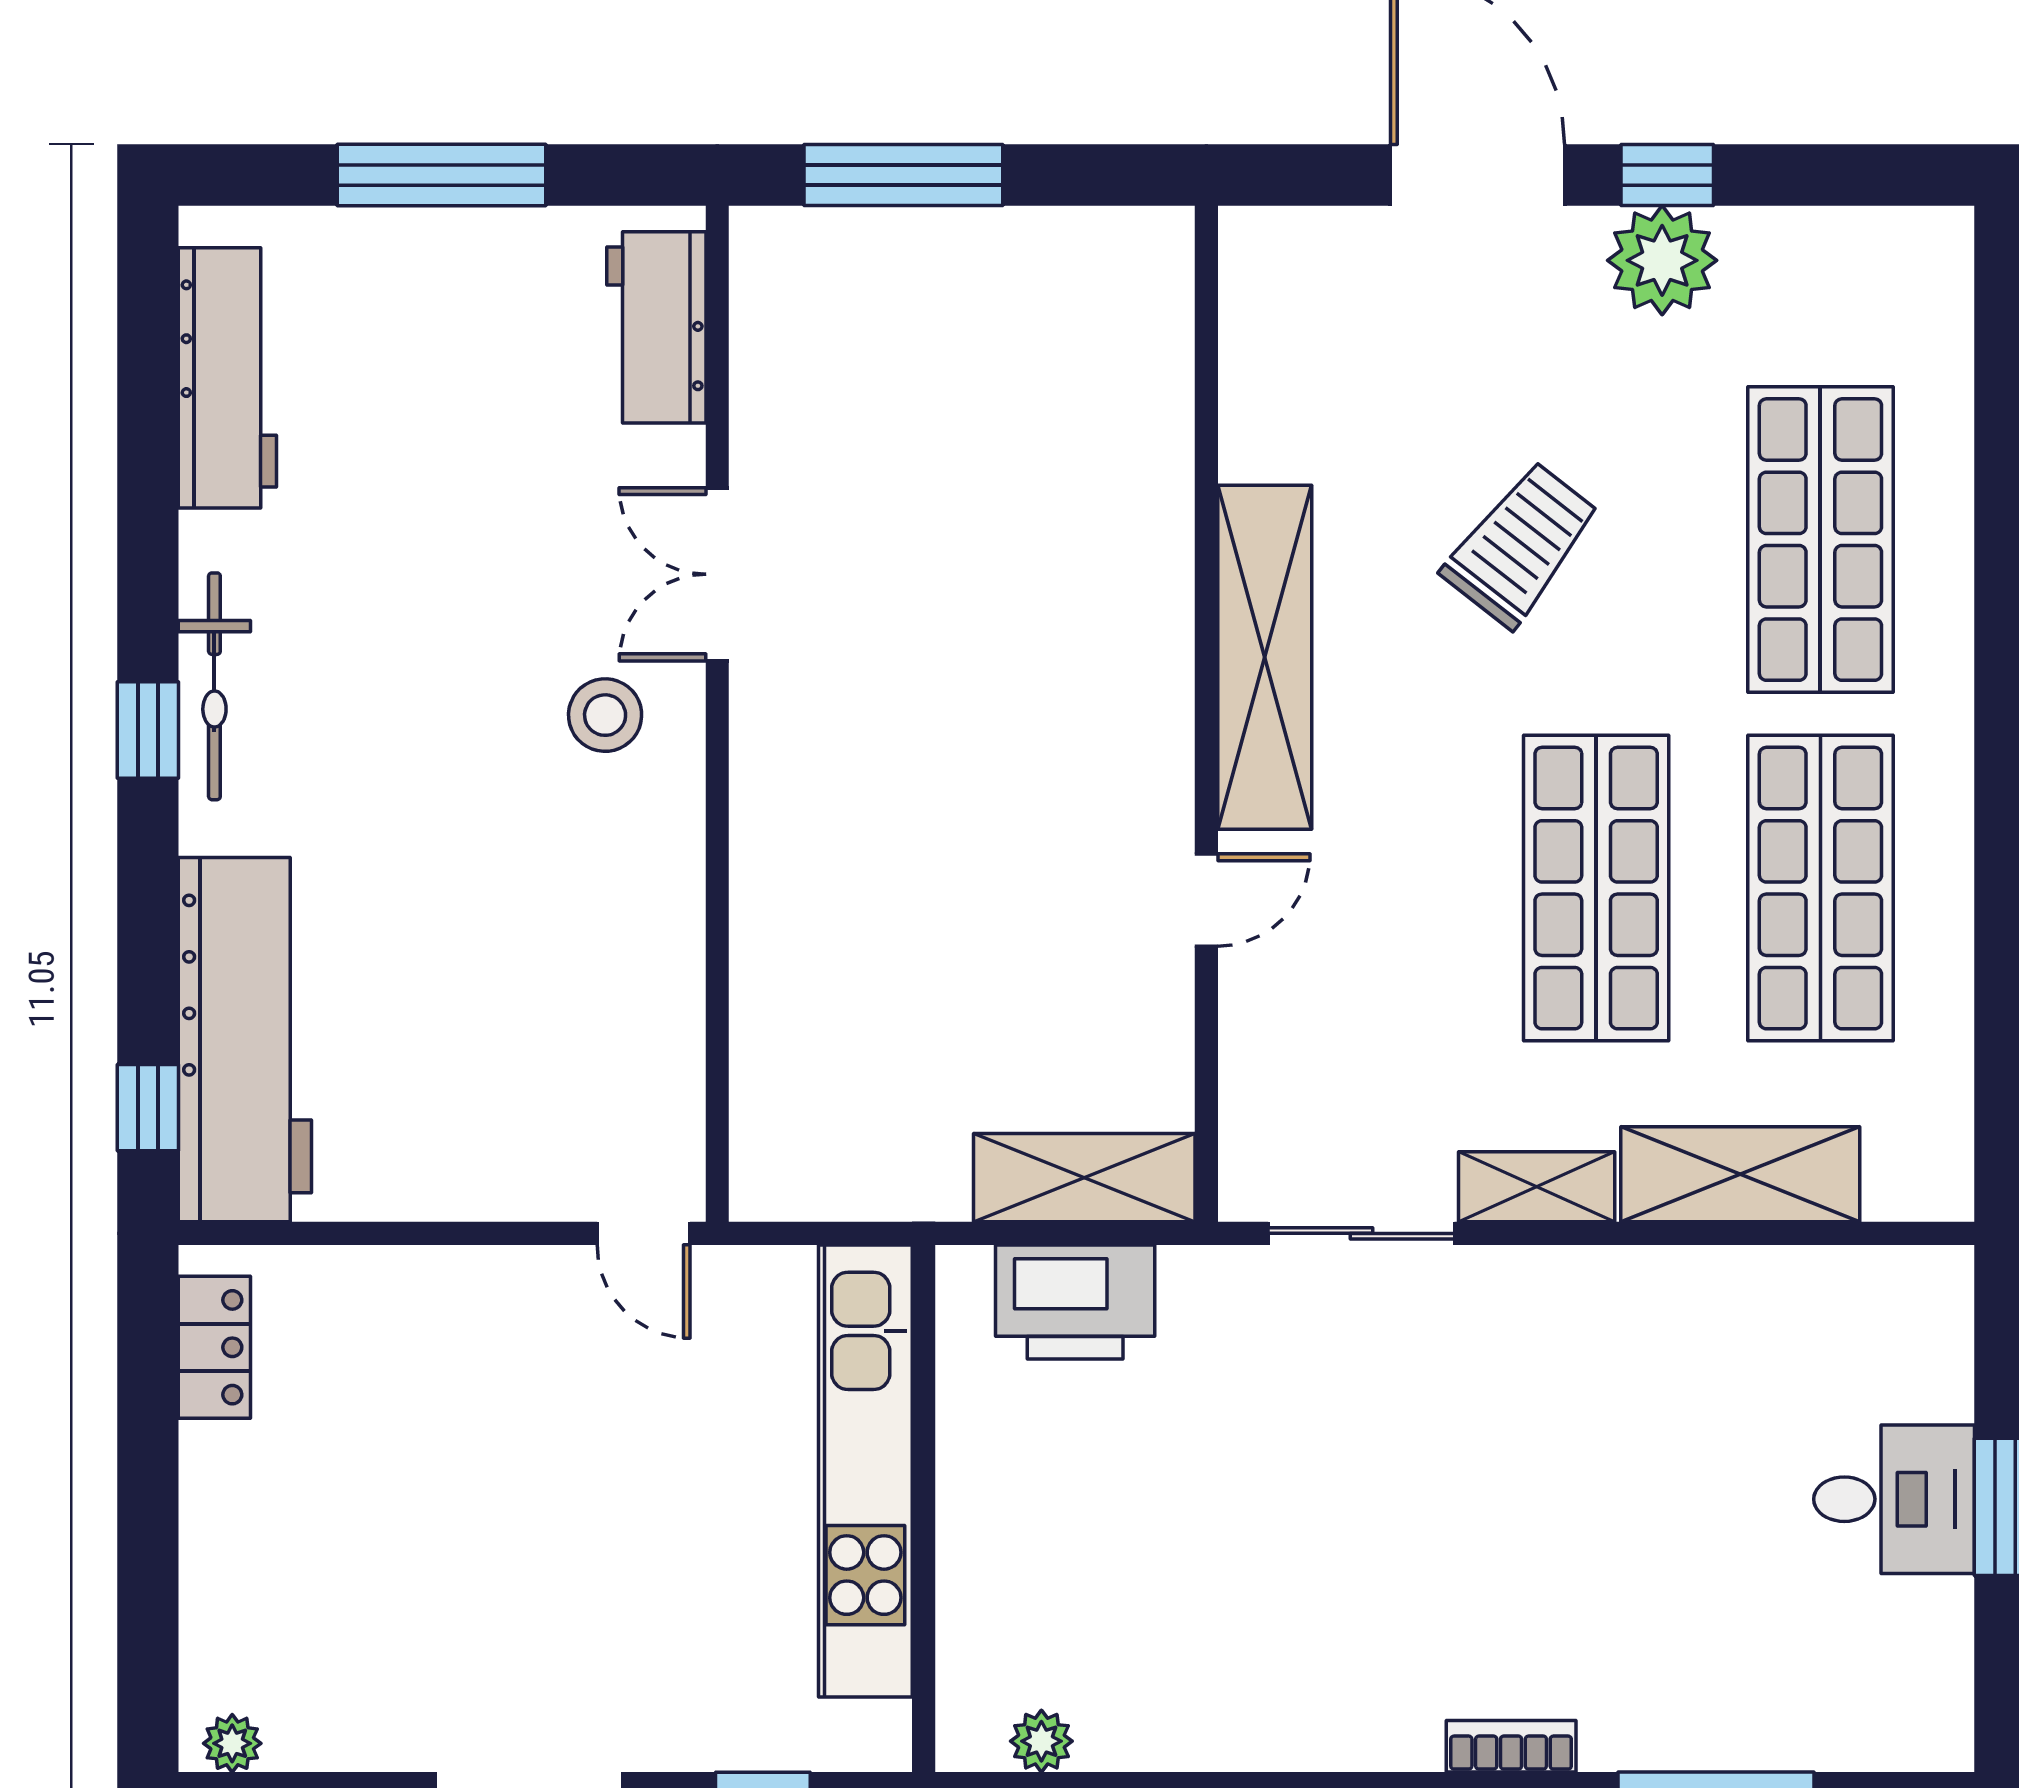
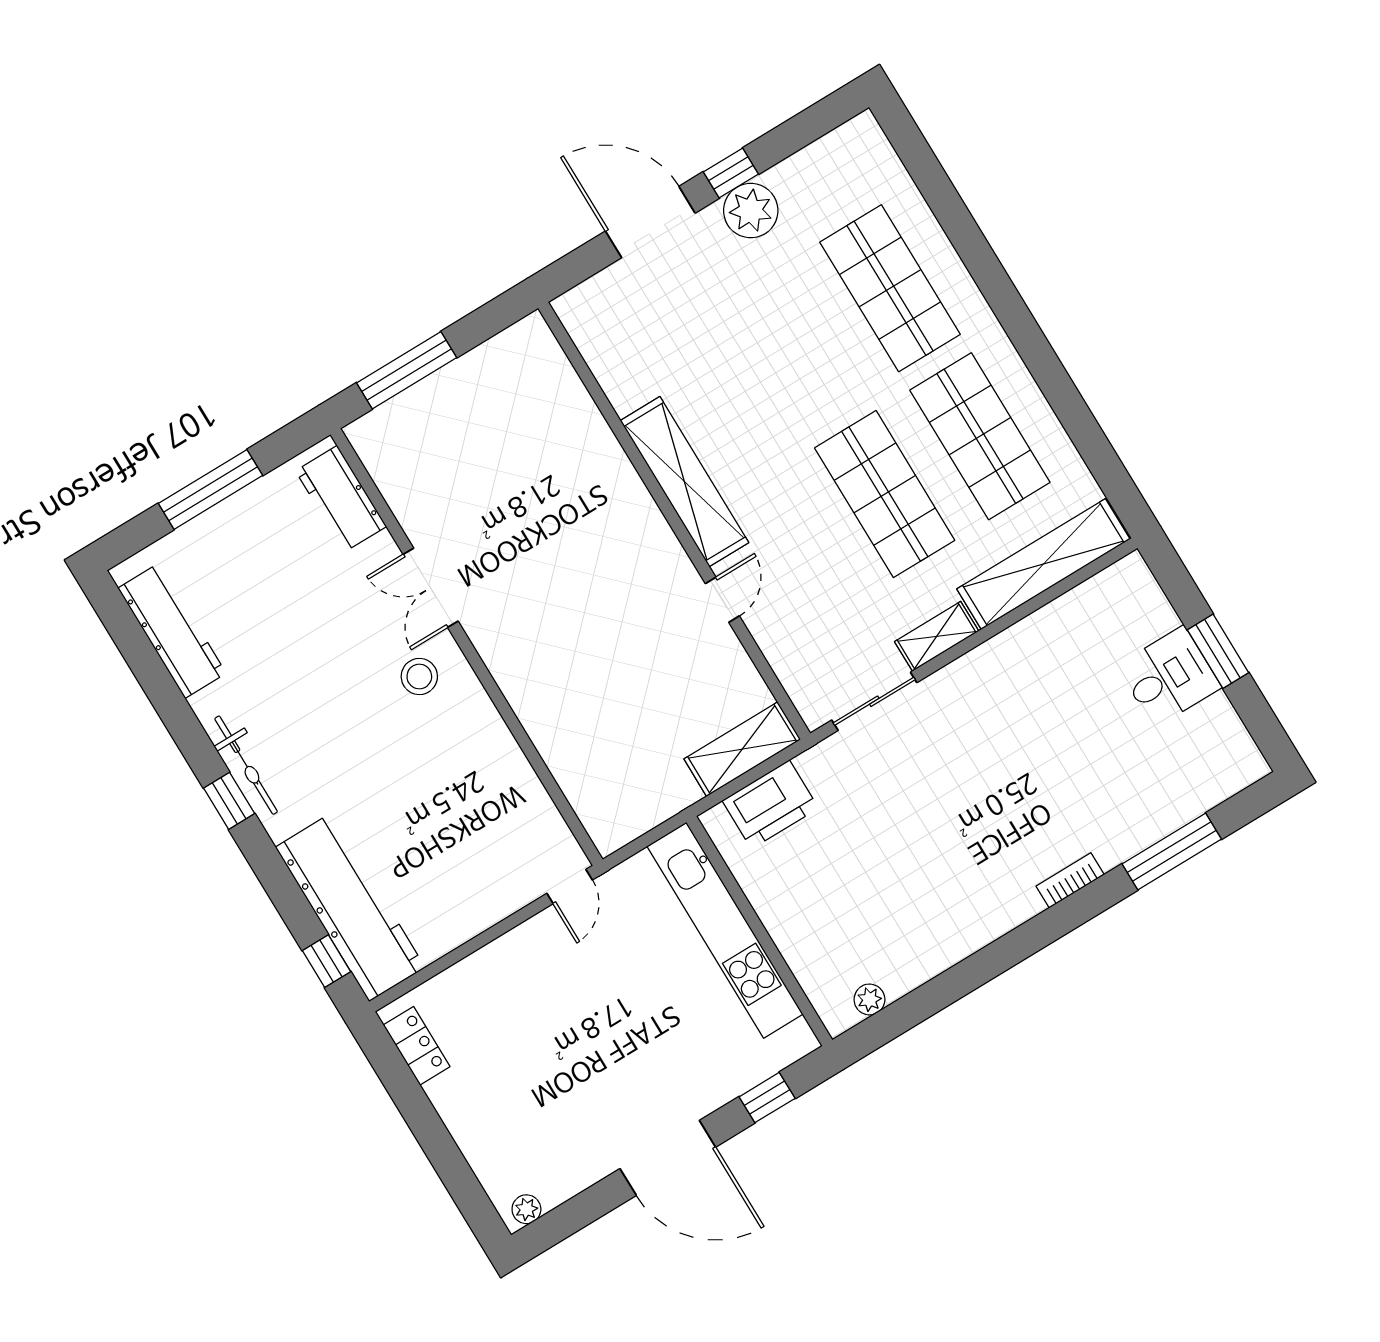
trolley: (1521, 544) -> (764, 368), removed
shelving: (1740, 1174) -> (1043, 564), width x1.47
door: (644, 1233) -> (570, 887), hinge flipped

